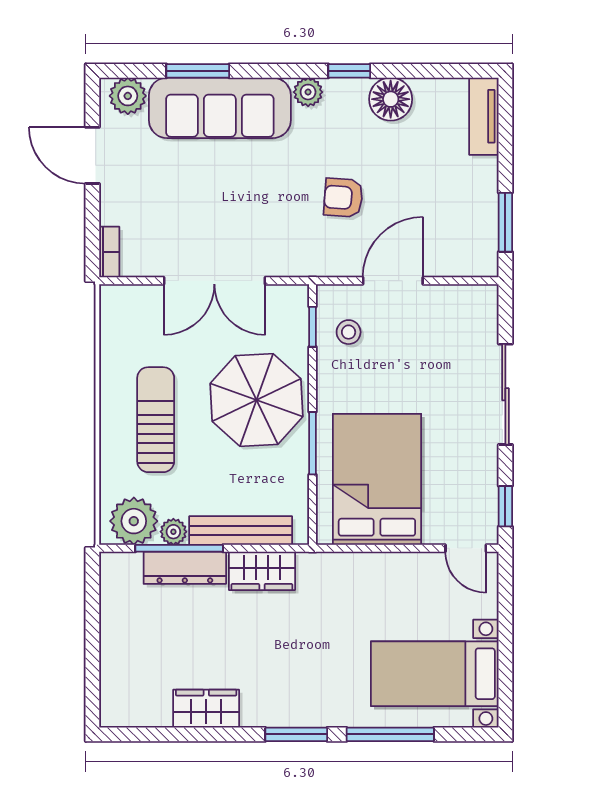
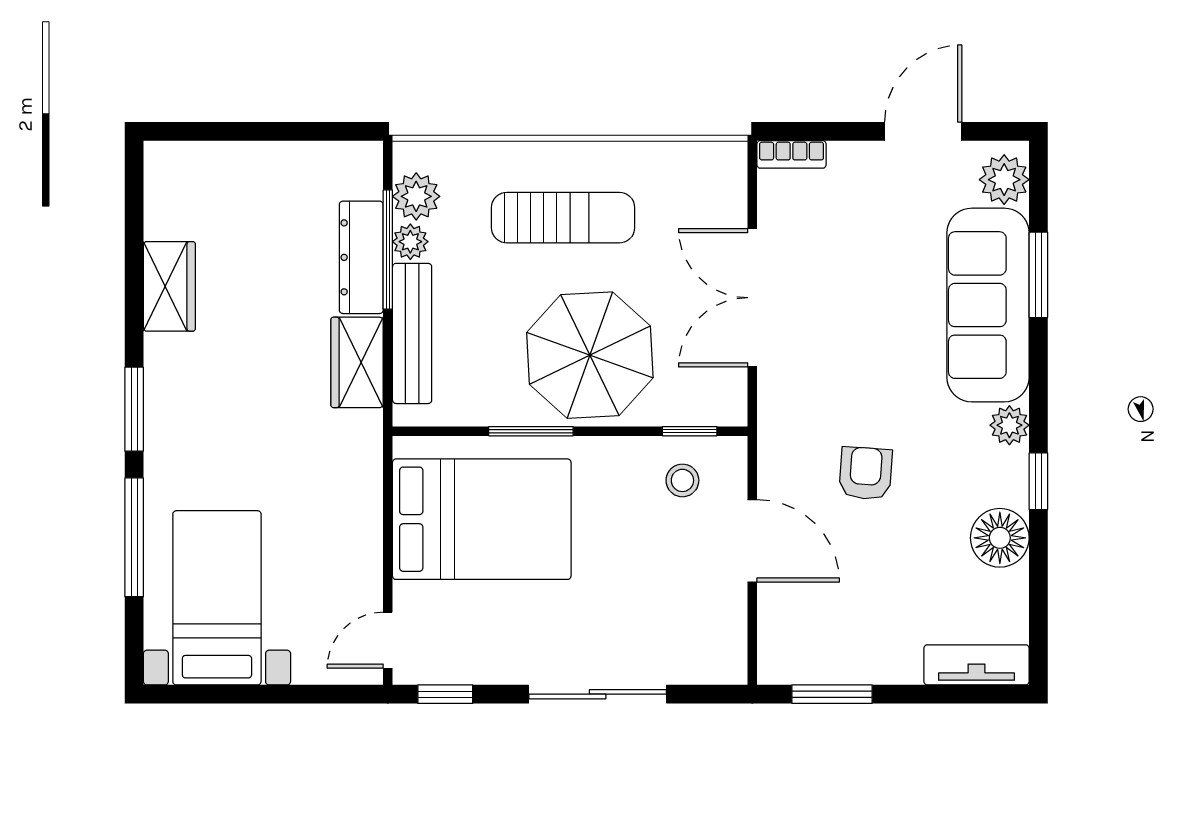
plant: (134, 521) -> (416, 196), width x0.73, depth x0.73

